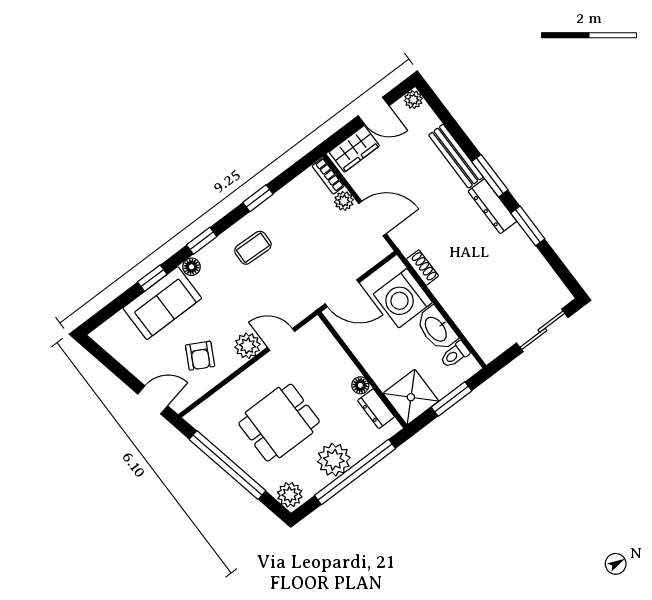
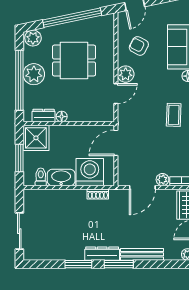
dining table: (279, 423) -> (74, 61), turned 90

